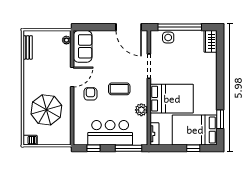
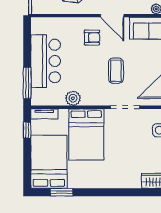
coffee table: (119, 89) -> (116, 71), moved
window: (94, 148) -> (27, 41), removed
window: (193, 148) -> (27, 130), moved

